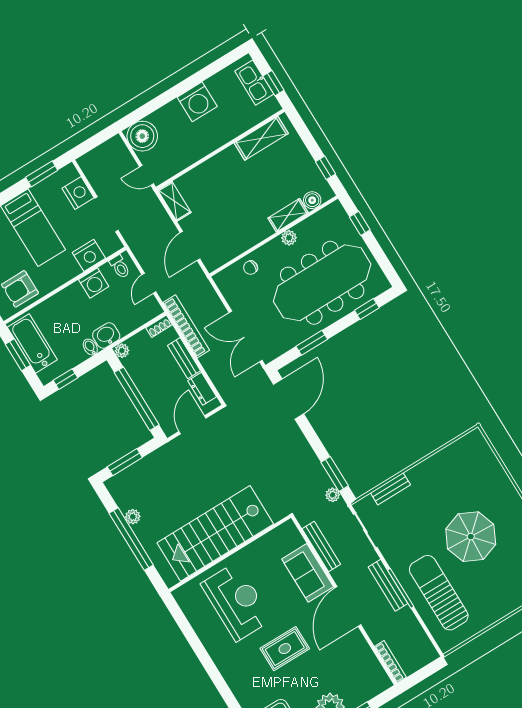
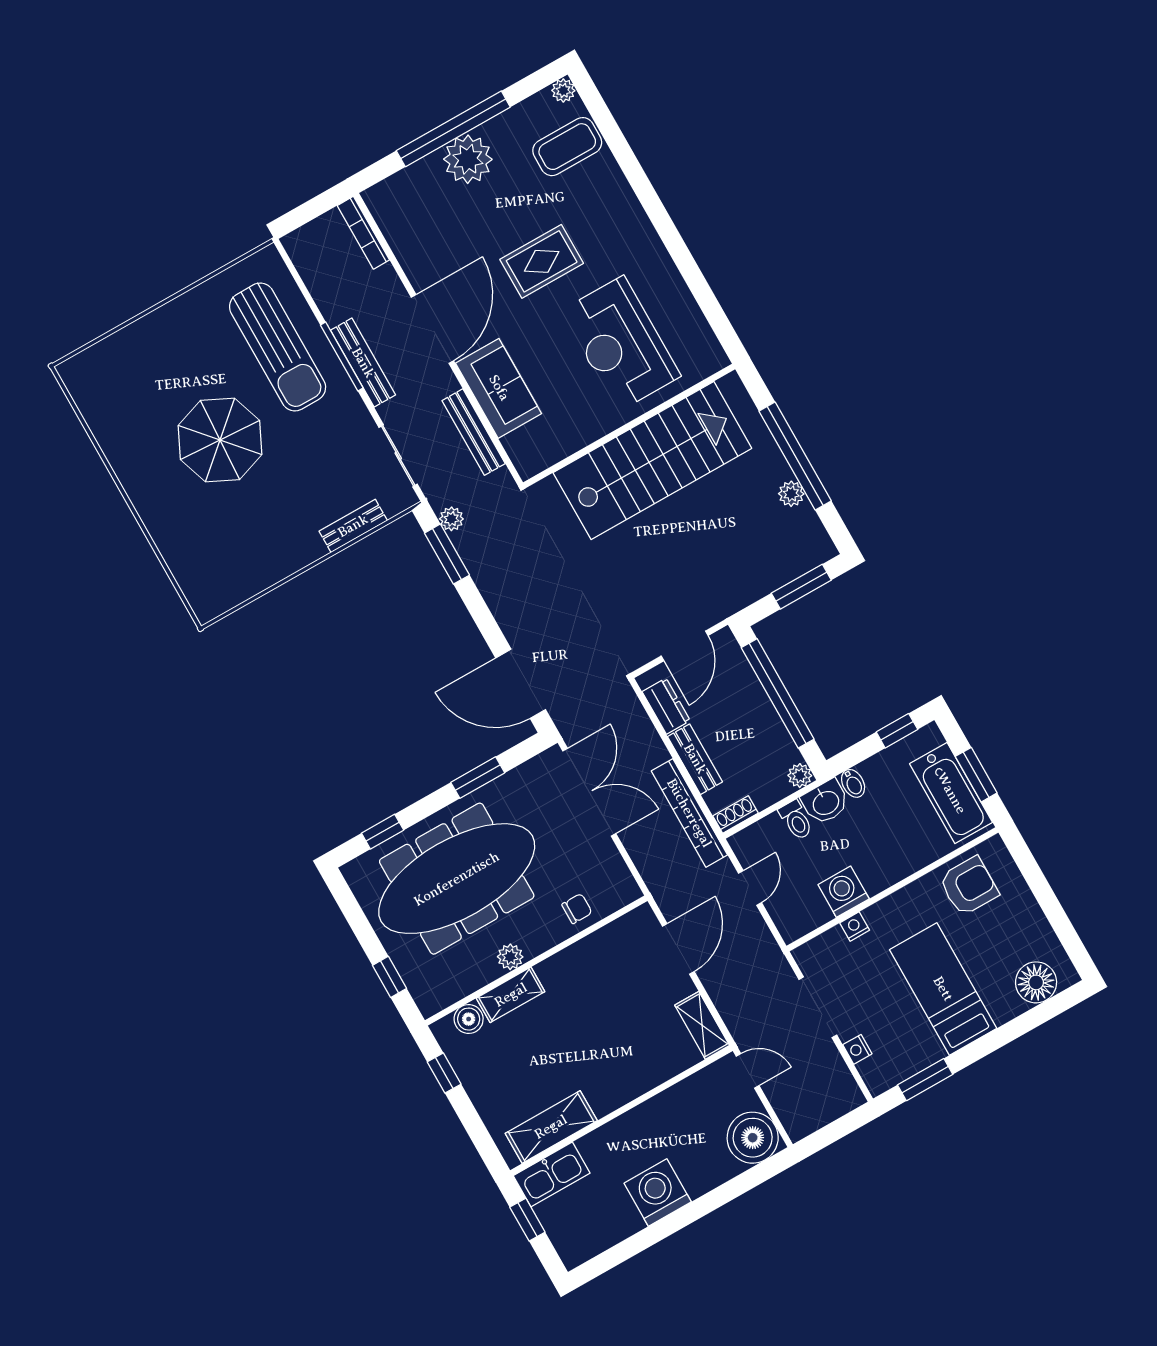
kitchen sink: (254, 83) -> (552, 1174), moved, turned 90
nightstand: (78, 193) -> (857, 1049), width x0.53, depth x0.56
nightstand: (89, 255) -> (855, 926), width x0.53, depth x0.56
toilet: (120, 267) -> (796, 820), moved, turned 180
door: (288, 399) -> (521, 684), hinge flipped

